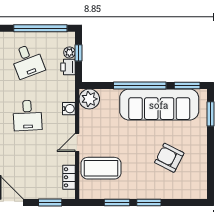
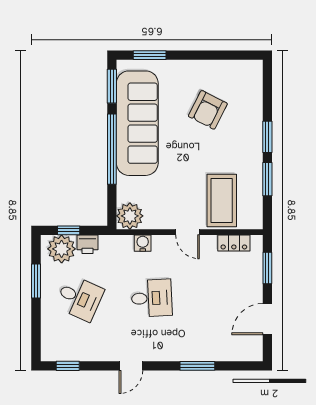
window: (40, 28) -> (36, 281), width x0.47
plant: (69, 52) -> (62, 249), width x1.87, depth x1.87
desk: (27, 61) -> (79, 298), turned 45

